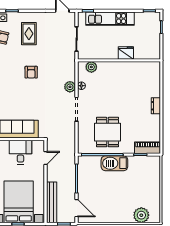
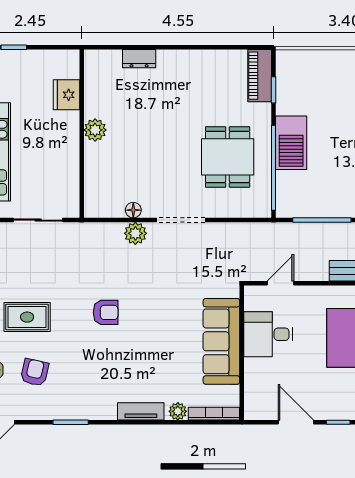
fridge: (126, 53) -> (66, 95), moved
plant: (91, 67) -> (95, 130), moved
dresser: (156, 106) -> (139, 59), moved
dining table: (107, 132) -> (228, 157), turned 90
door: (45, 158) -> (280, 283), hinge flipped

